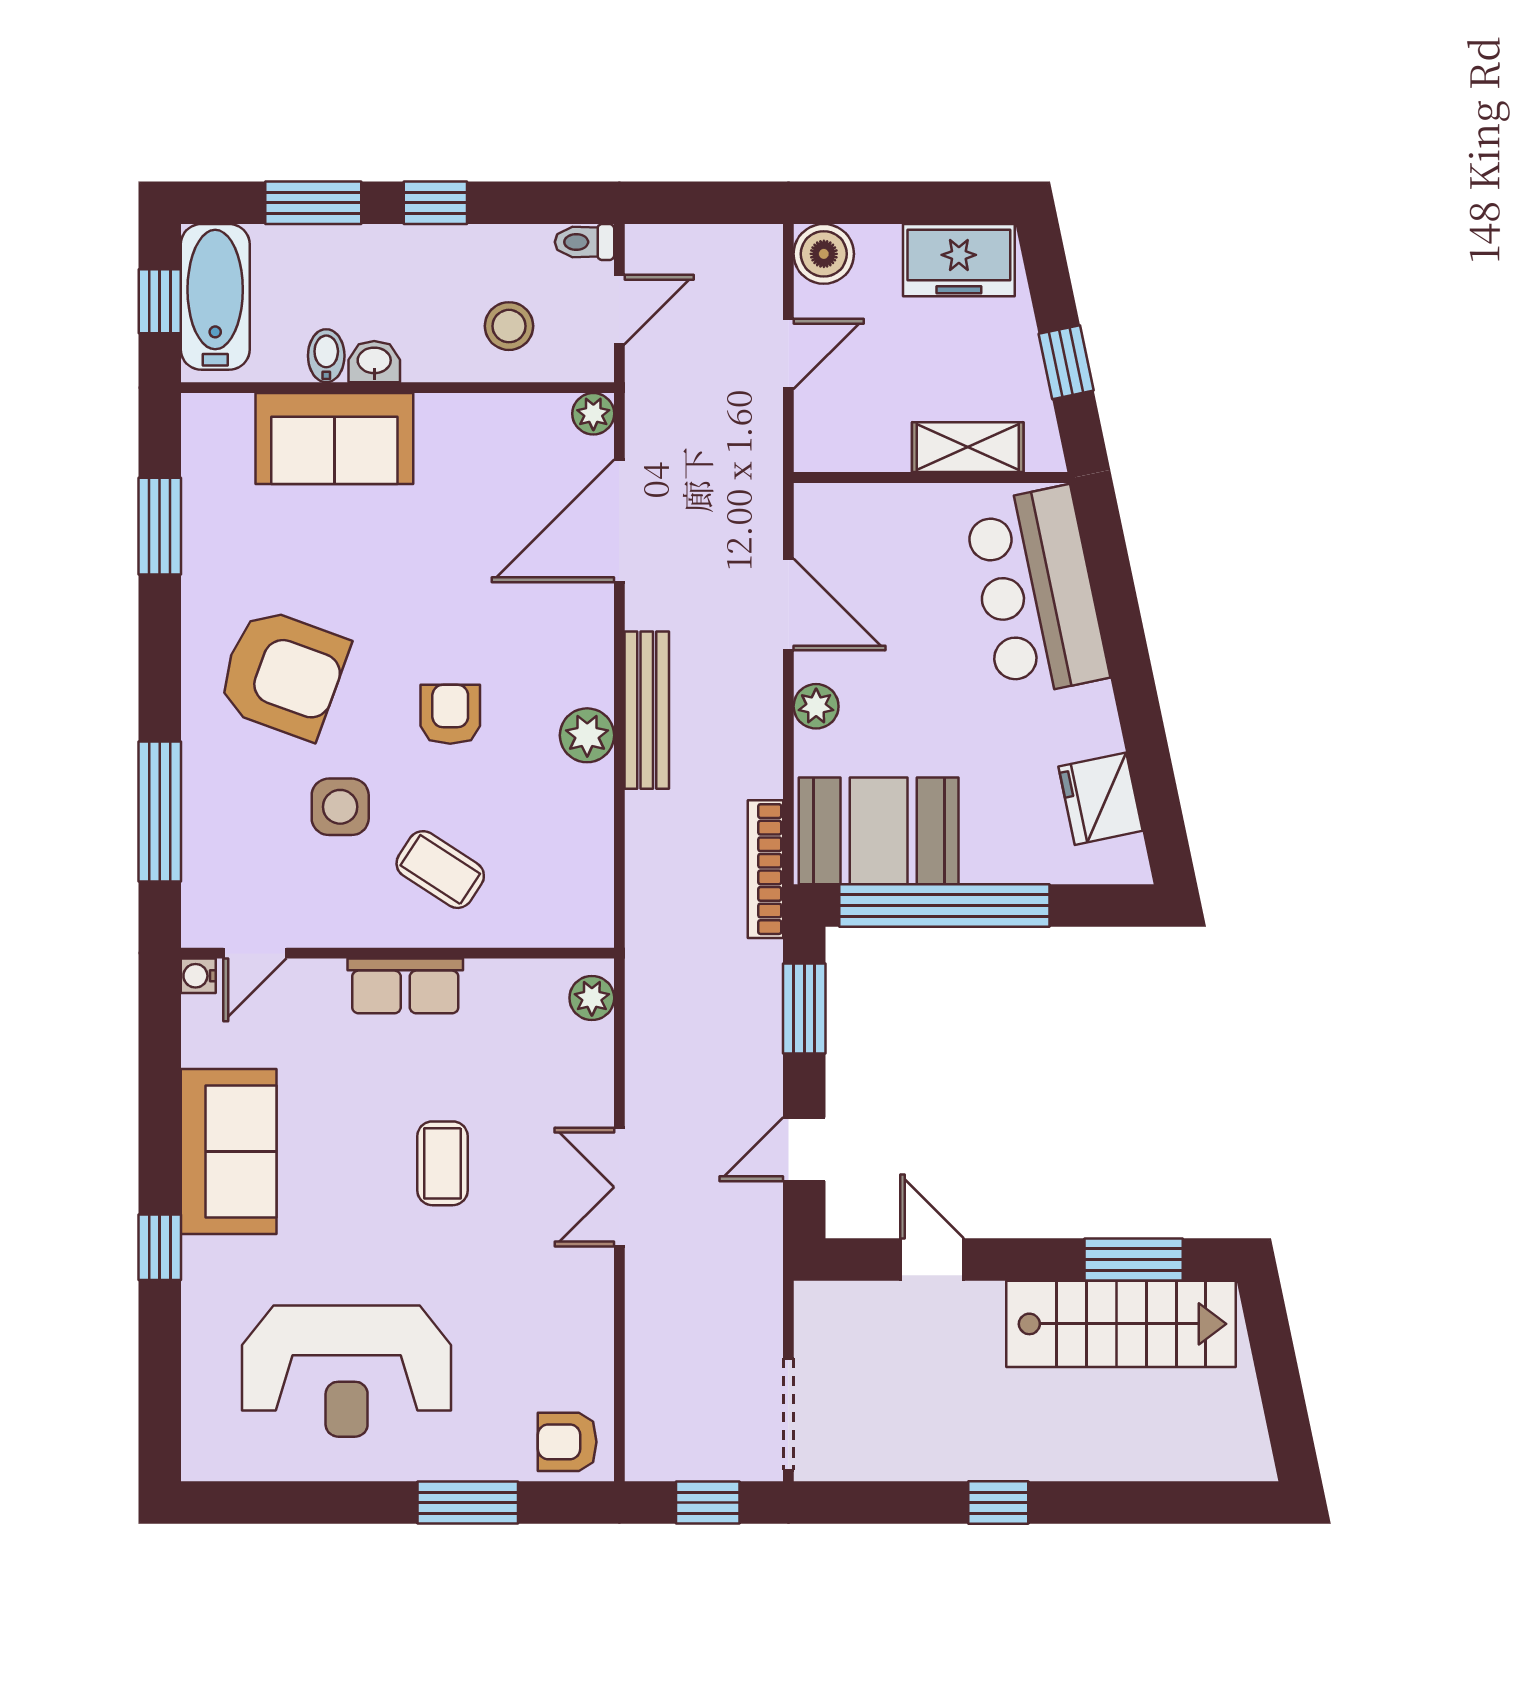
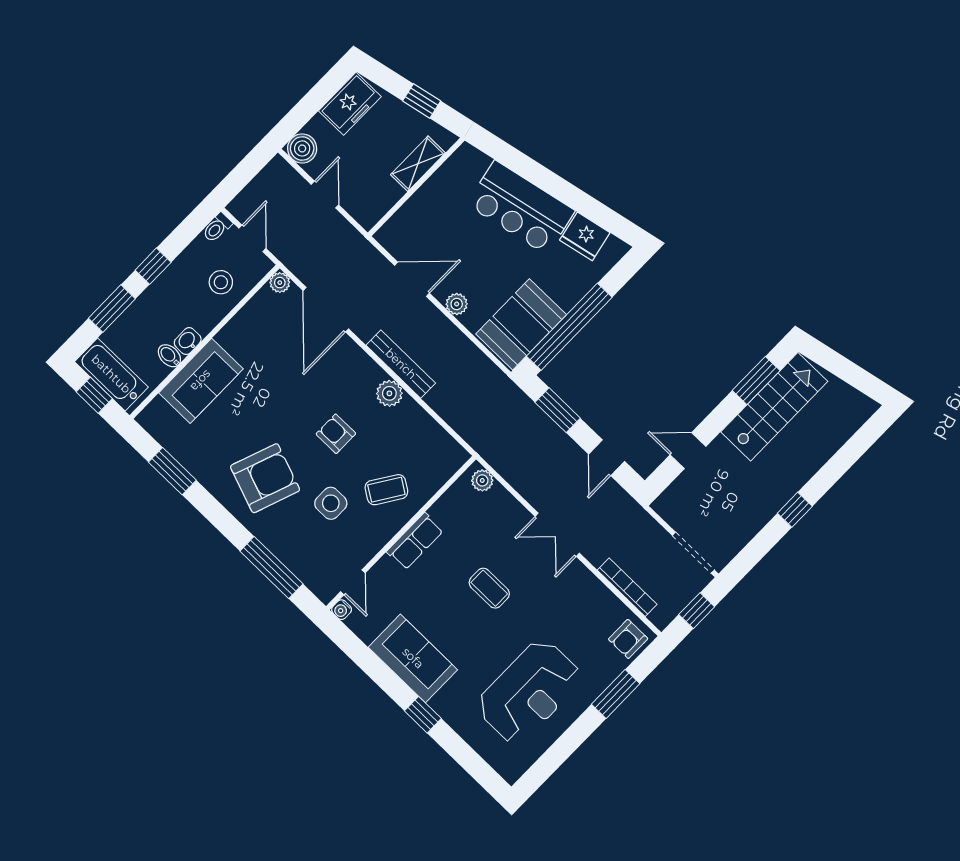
bar counter: (1036, 592) -> (521, 208), moved
bookcase: (765, 869) -> (627, 587), moved, turned 180

